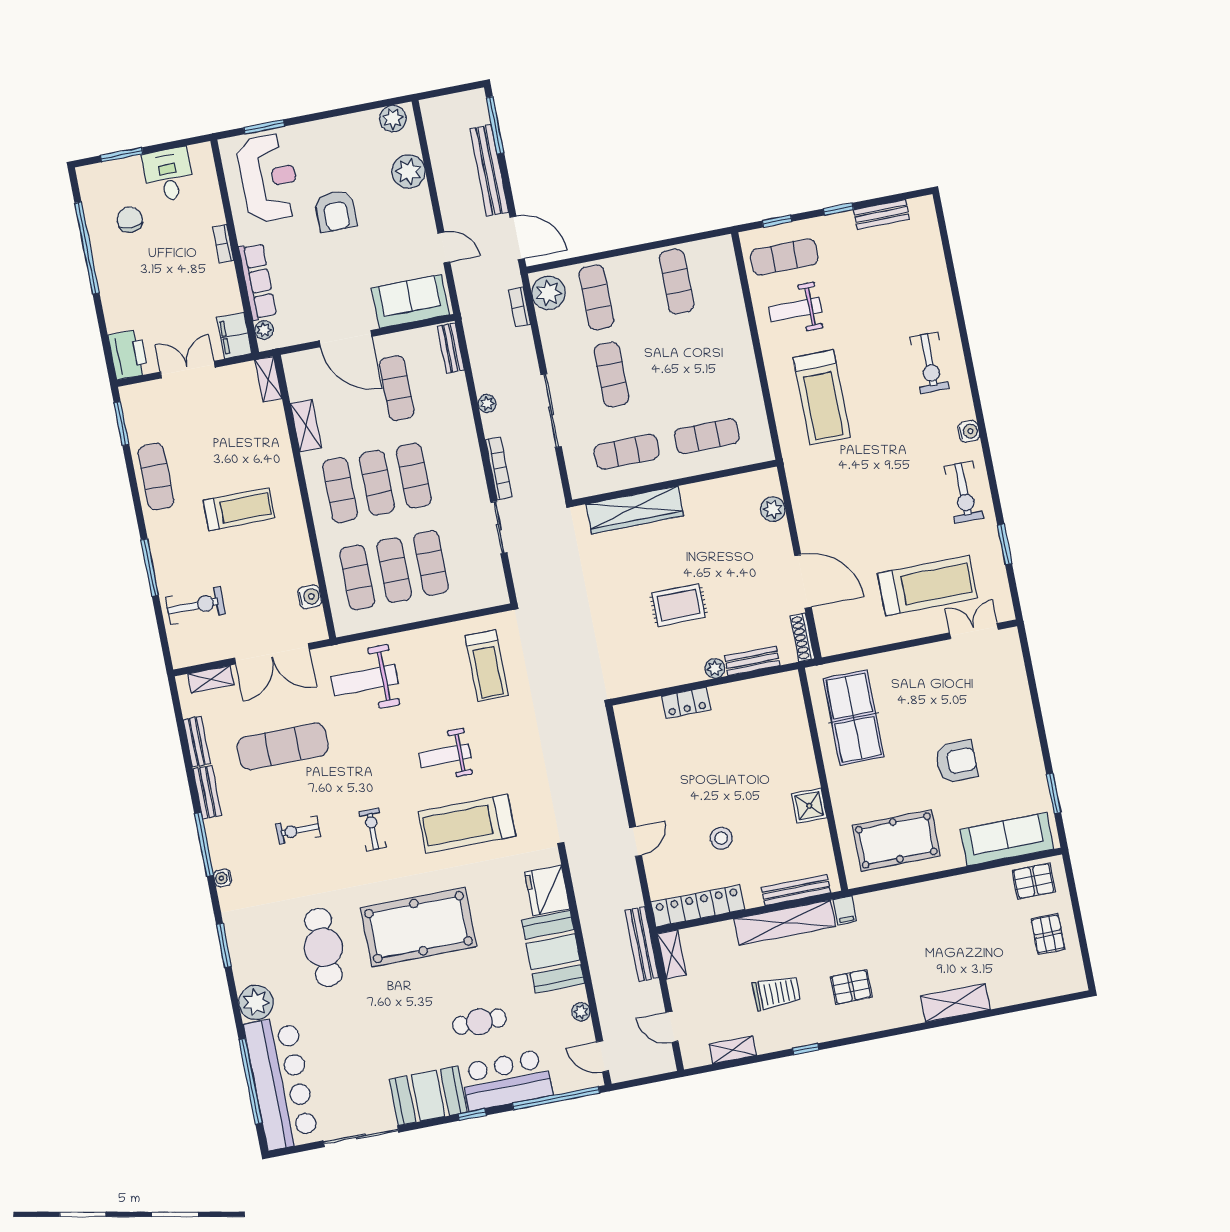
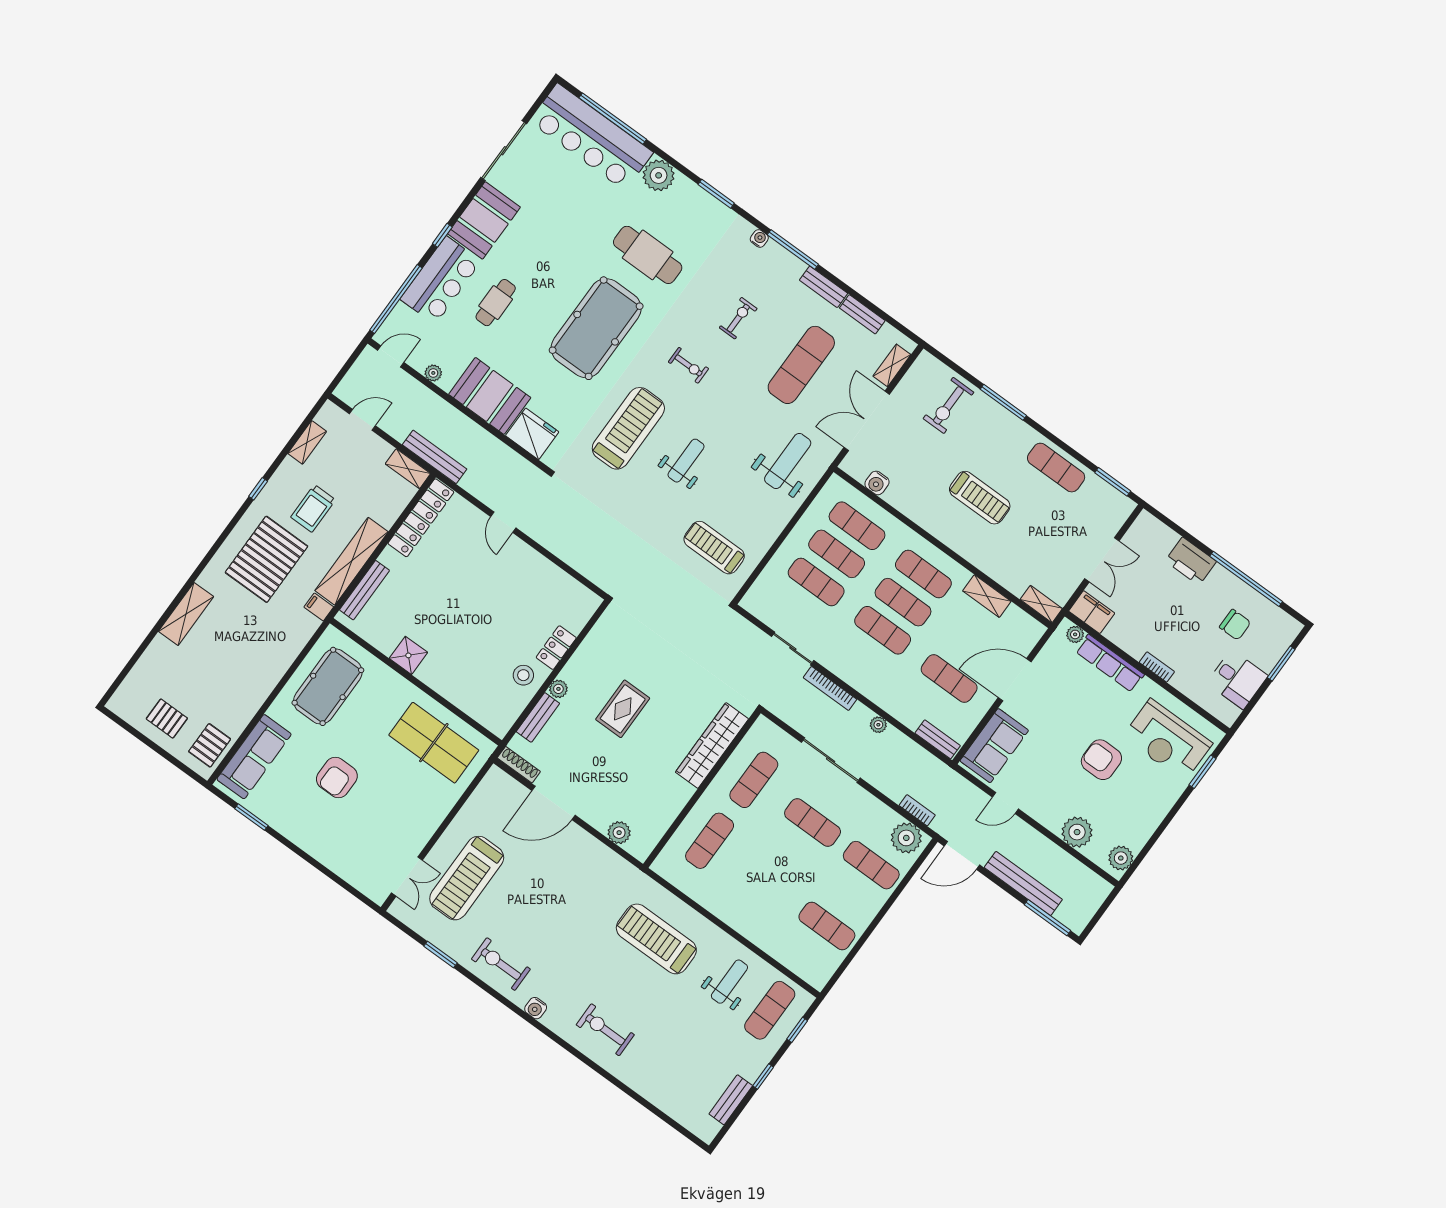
printer: (128, 354) -> (1191, 561), moved
treadmill: (239, 509) -> (980, 498), turned -90
stool: (721, 838) -> (523, 675), moved
pallet: (851, 987) -> (266, 559), width x2.05, depth x2.00

